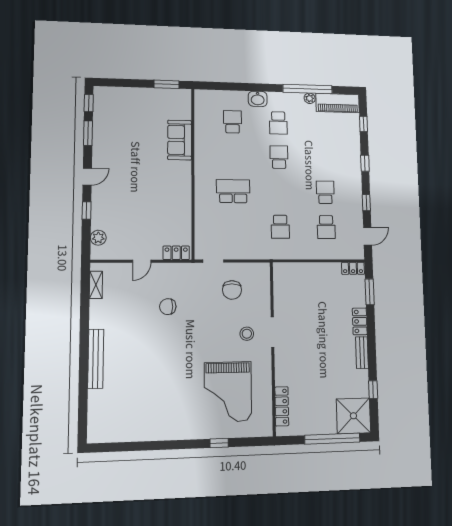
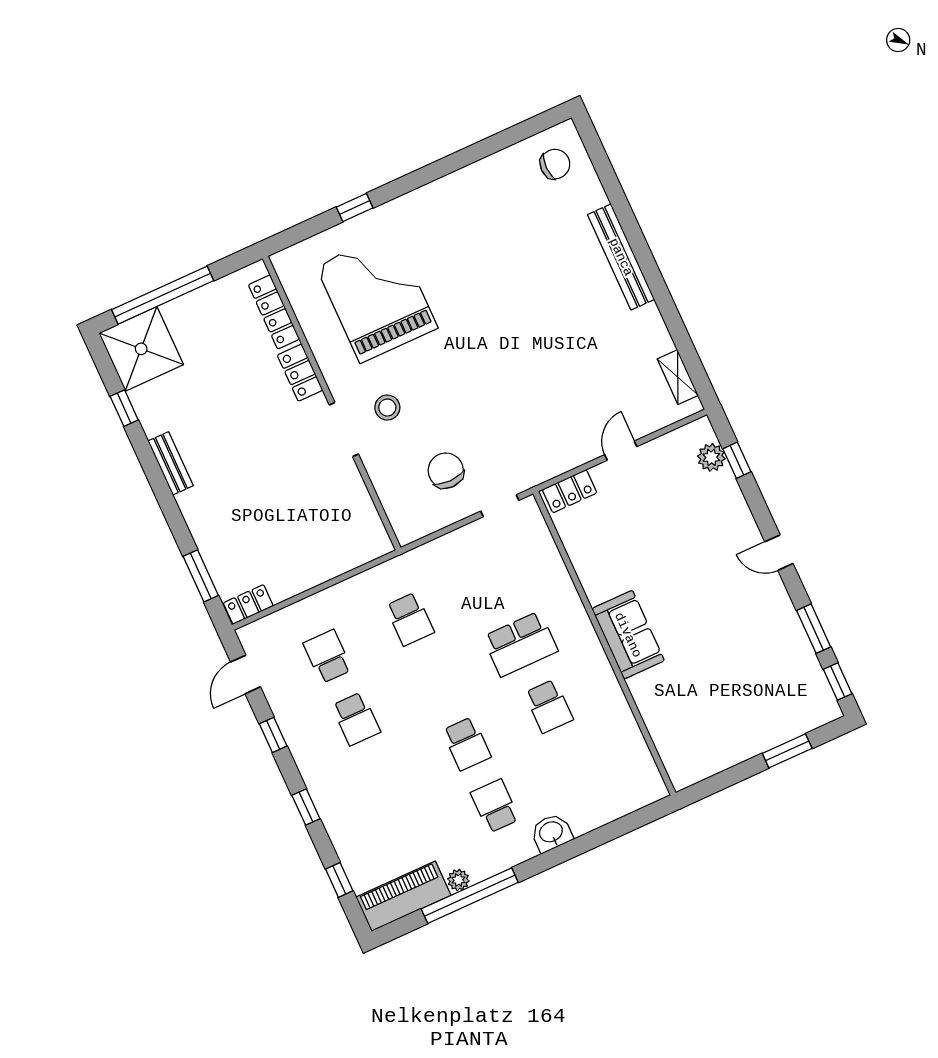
window: (166, 84) -> (787, 751), moved
school desk: (232, 122) -> (549, 706), moved
sofa: (180, 140) -> (628, 635), moved
door: (87, 177) -> (779, 553), hinge flipped
window: (87, 210) -> (737, 460), moved
school desk: (280, 227) -> (410, 619), turned 180
chair: (168, 307) -> (555, 164), moved
locker: (360, 321) -> (300, 373), moved, turned 180

